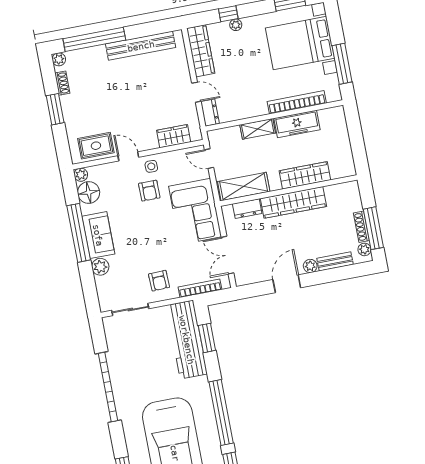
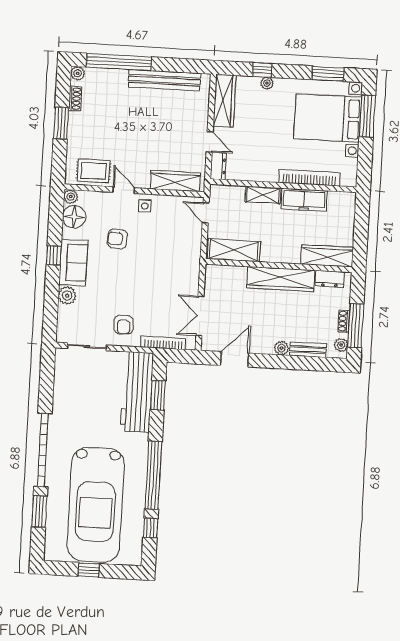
window: (342, 64) -> (367, 116), moved
wardrobe: (174, 136) -> (175, 181), width x1.50
wardrobe: (305, 175) -> (327, 256), moved
armchair: (149, 191) -> (117, 239), moved, turned 95
dresser: (247, 209) -> (330, 279), moved
corner sofa: (195, 212) -> (178, 263), removed
shoe rack: (361, 227) -> (344, 321), width x0.70
window: (79, 233) -> (54, 255), width x0.32
door: (287, 284) -> (235, 359), moved
garage door: (108, 387) -> (43, 450), moved

